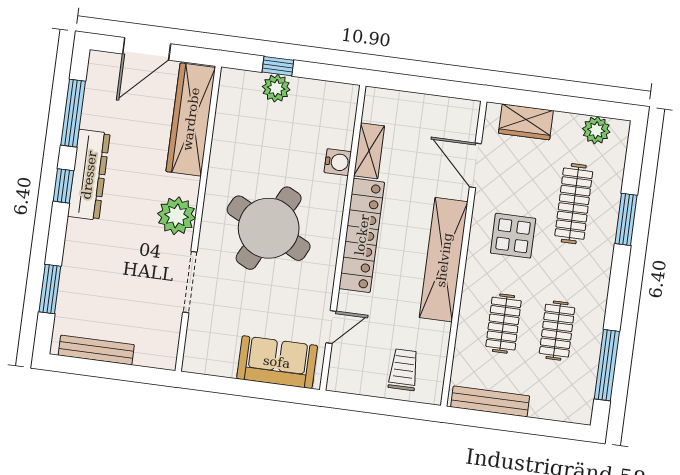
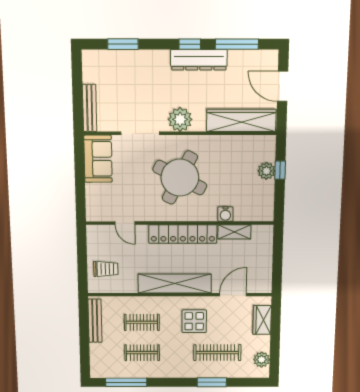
bench: (96, 350) -> (90, 108), moved
sofa: (277, 362) -> (98, 159), moved

